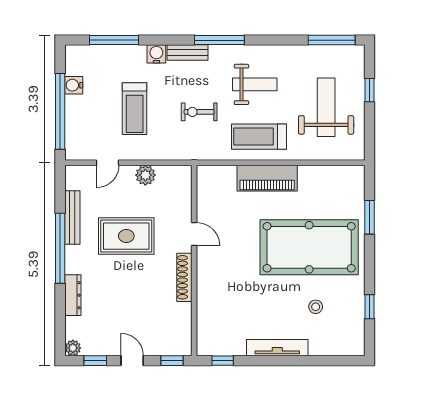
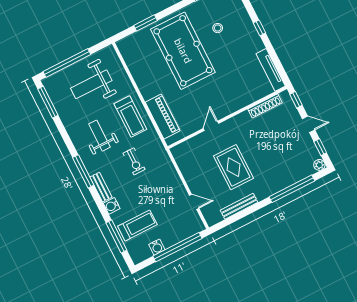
window: (369, 90) -> (67, 63), width x3.17
treadmill: (135, 109) -> (137, 225), moved
plant: (145, 175) -> (190, 175), removed
piano: (267, 178) -> (163, 117), moved
window: (60, 248) -> (292, 189), moved
shoe rack: (184, 277) -> (265, 106), moved
dresser: (73, 295) -> (287, 182), removed
tv unit: (277, 348) -> (271, 70), moved
door: (132, 361) -> (309, 124), swing flipped
window: (223, 361) -> (259, 28), moved

